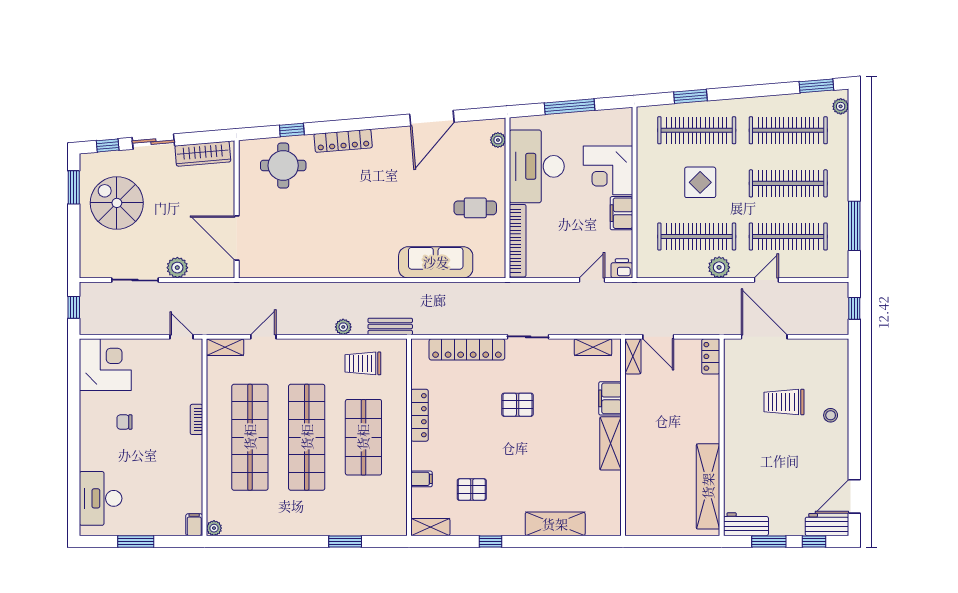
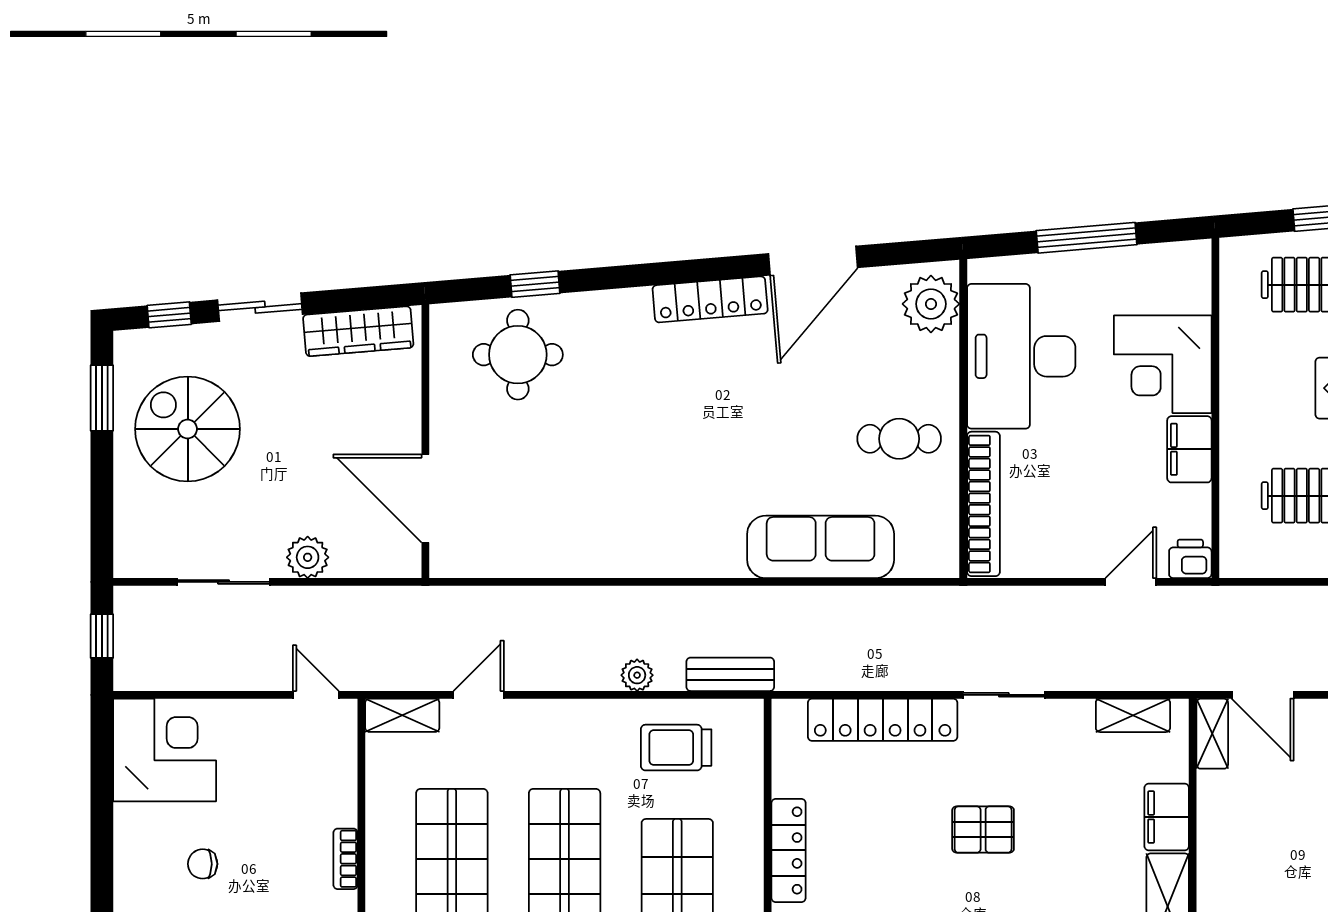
plant: (498, 140) -> (931, 304), width x1.87, depth x1.87
locker: (343, 141) -> (710, 299), moved

